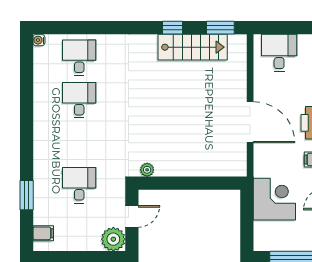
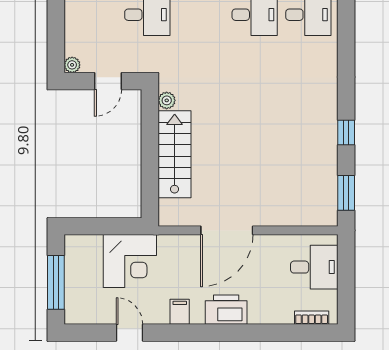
stairs: (193, 47) -> (175, 154), moved, turned 180
door: (132, 216) -> (108, 81), hinge flipped
plant: (113, 239) -> (72, 65), width x0.53, depth x0.53

